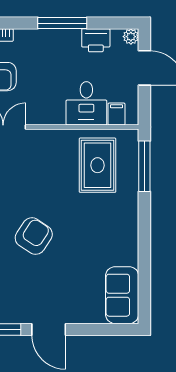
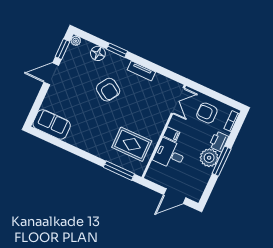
plant: (131, 37) -> (209, 158), moved, width x1.87, depth x1.87
printer: (96, 40) -> (219, 141), moved
filing cabinet: (116, 114) -> (171, 134), moved

